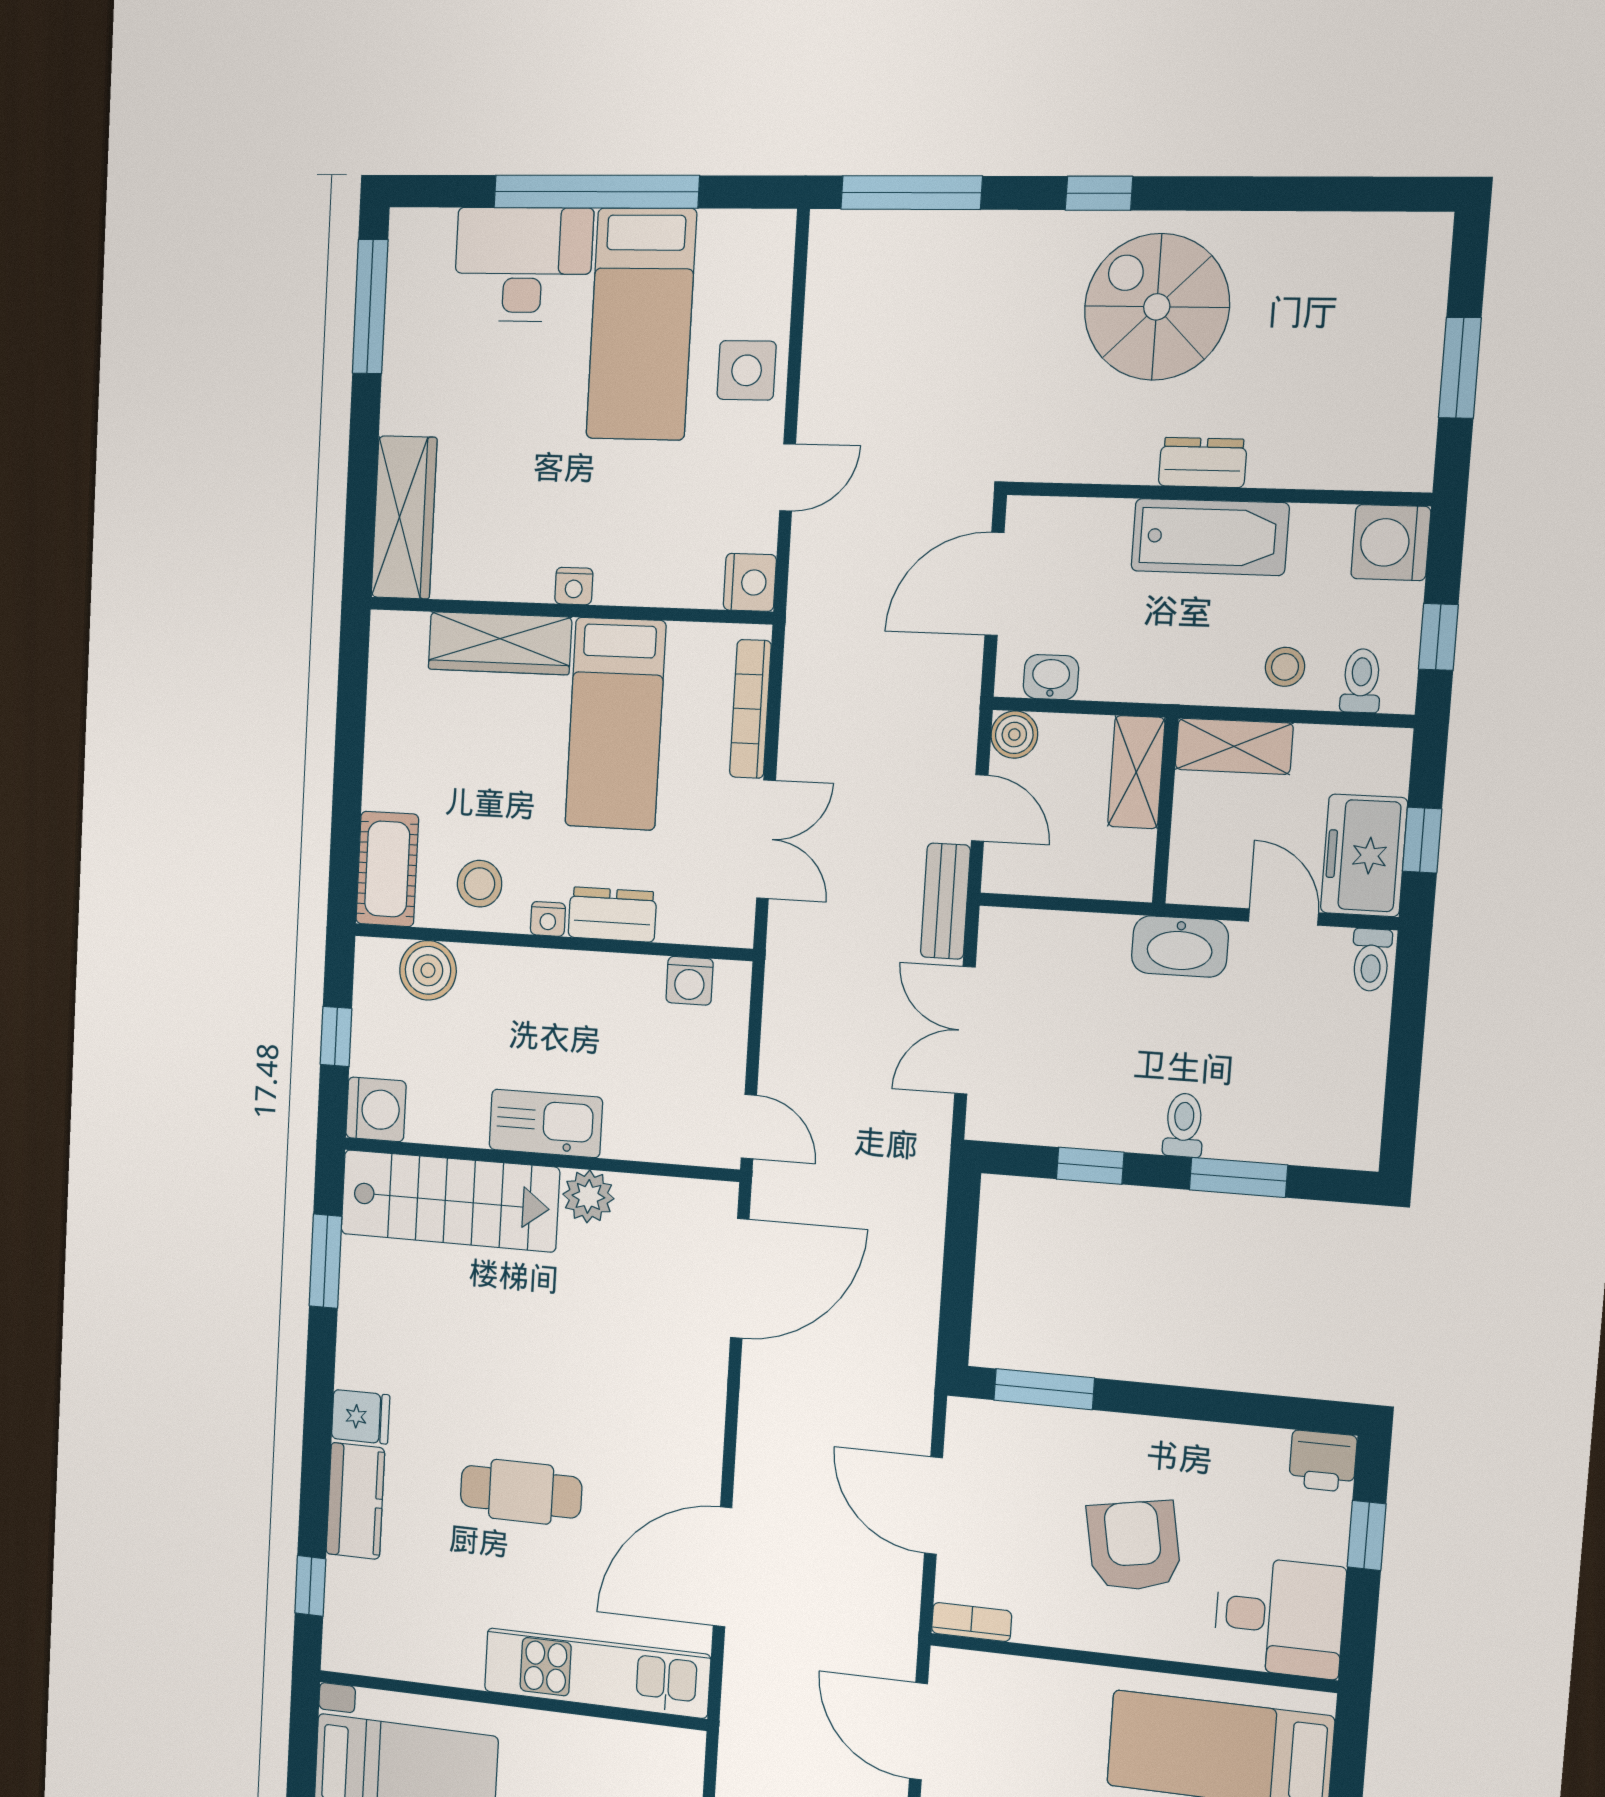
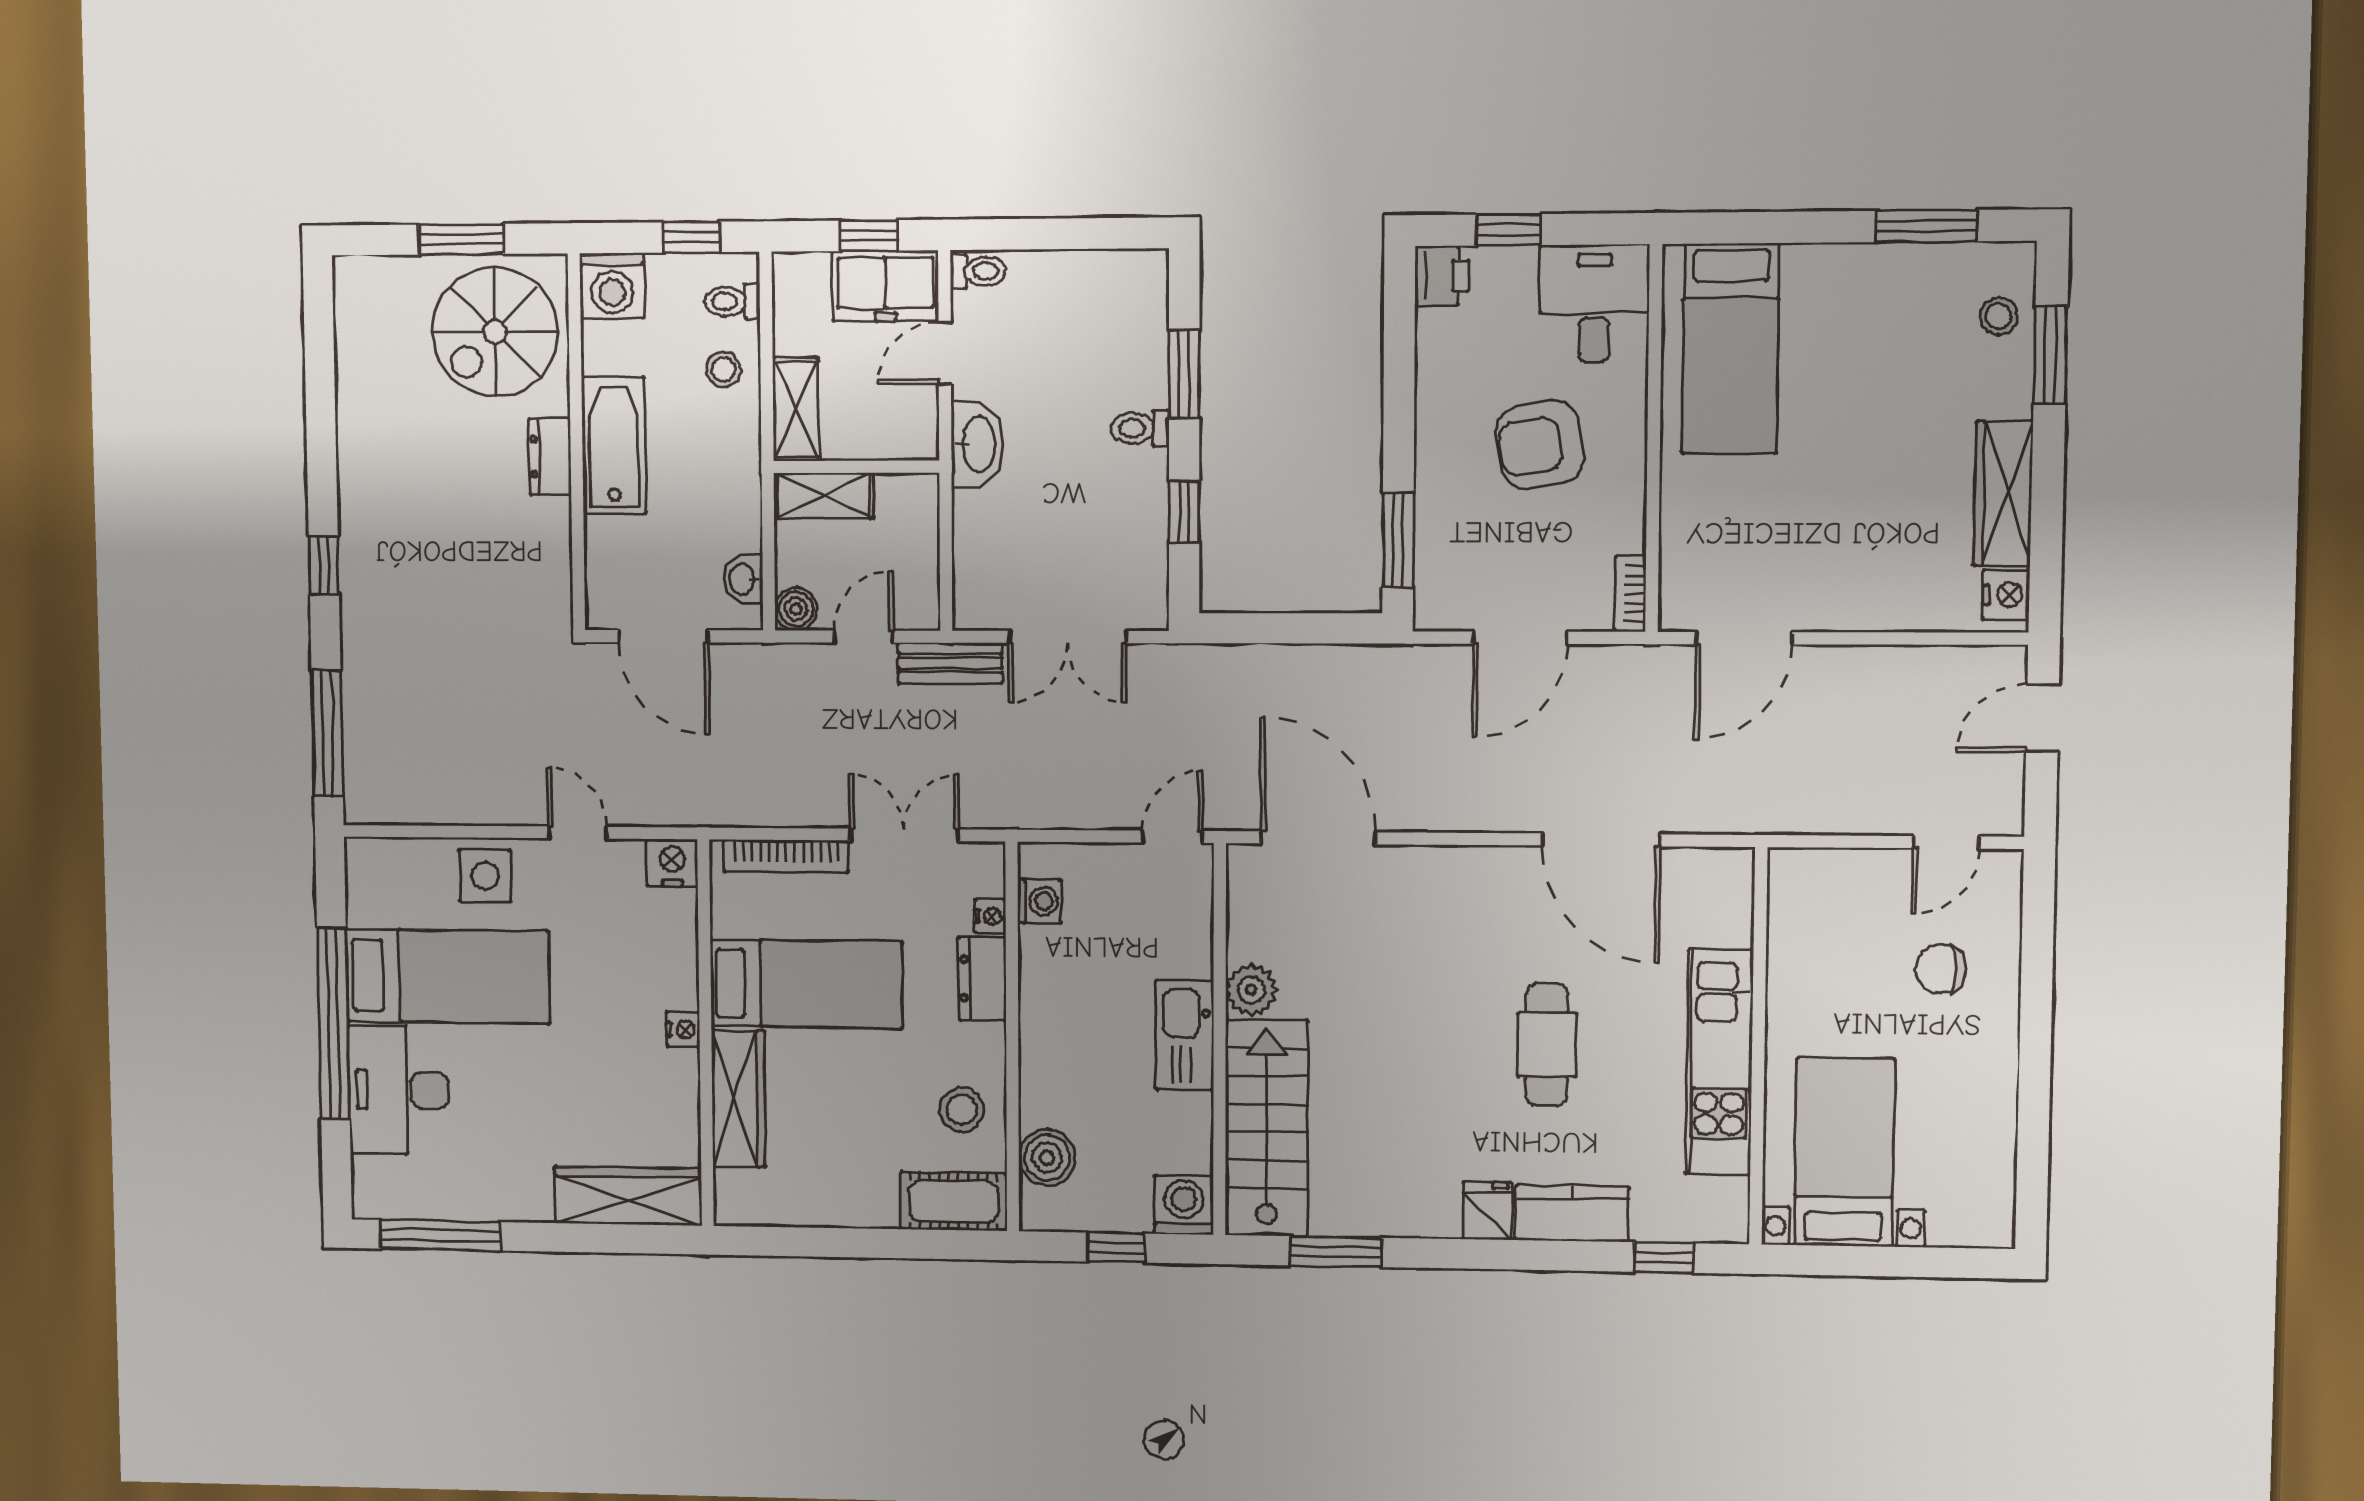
spiral stairs: (1157, 307) -> (495, 332), moved
nightstand: (548, 919) -> (990, 916), moved
kitchen unit: (597, 1673) -> (1719, 1062), moved

